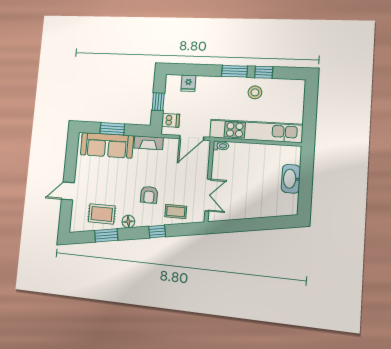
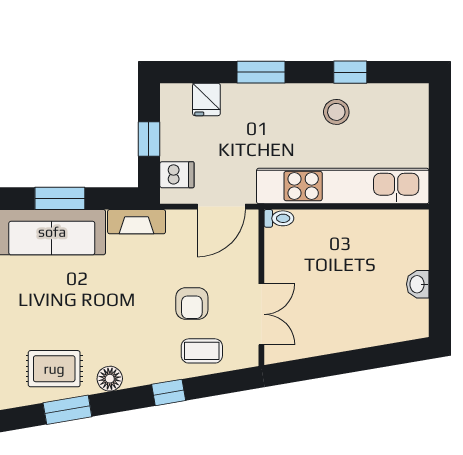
window: (234, 71) -> (261, 72), moved
washbasin: (291, 179) -> (418, 284), width x0.52, depth x0.69
armchair: (149, 195) -> (192, 303), moved

